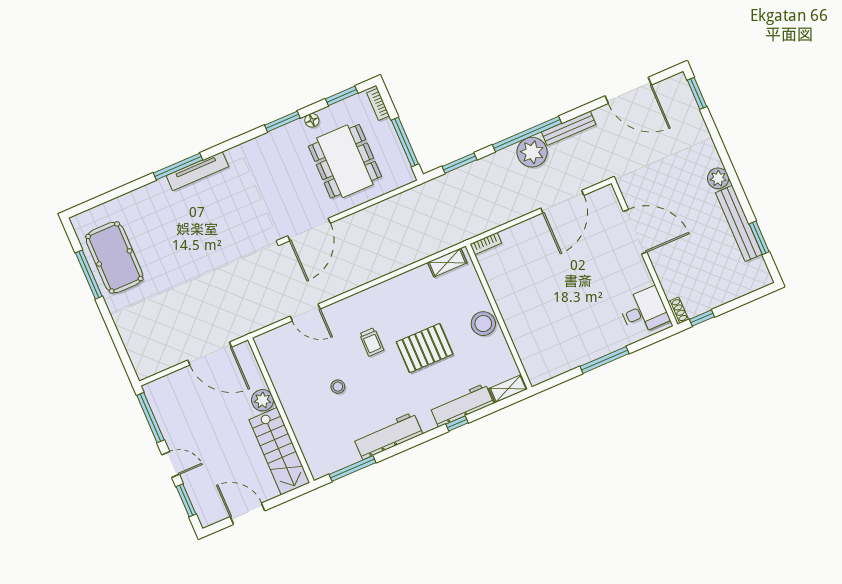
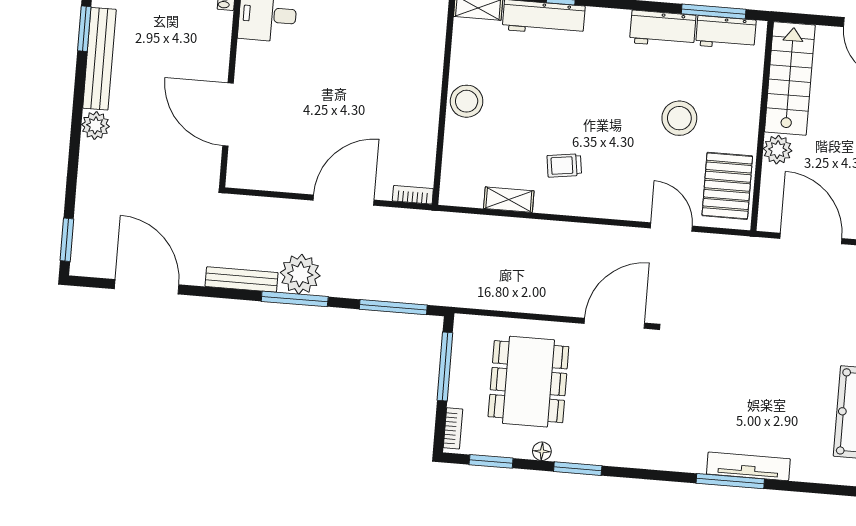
window: (527, 134) -> (295, 299), width x0.68
window: (460, 163) -> (393, 307), width x1.44
tv unit: (197, 171) -> (748, 466), moved
door: (562, 202) -> (344, 200), moved
shelving: (447, 263) -> (509, 200), moved
trolley: (372, 342) -> (564, 165), moved, turned -98
pallet: (425, 348) -> (727, 186), moved, turned 90
stool: (338, 387) -> (679, 118), width x1.89, depth x1.89
workbench: (388, 436) -> (663, 29), width x0.73
workbench: (337, 459) -> (726, 33), added

